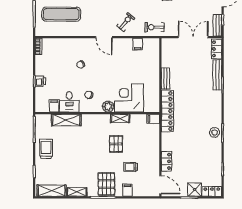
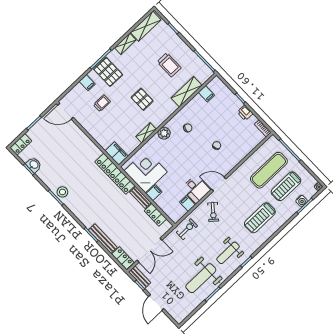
filing cabinet: (153, 73) -> (154, 193), added
printer: (40, 81) -> (245, 113), moved
corner desk: (129, 98) -> (146, 171), moved, turned -90
desk: (69, 102) -> (196, 189), moved, turned 180
filing cabinet: (153, 119) -> (117, 153), width x2.00
pallet: (116, 144) -> (142, 99), moved
trolley: (46, 149) -> (169, 65), moved
locker: (167, 161) -> (155, 215), moved
washbasin: (216, 169) -> (34, 165), added
shower: (195, 190) -> (36, 133), removed

